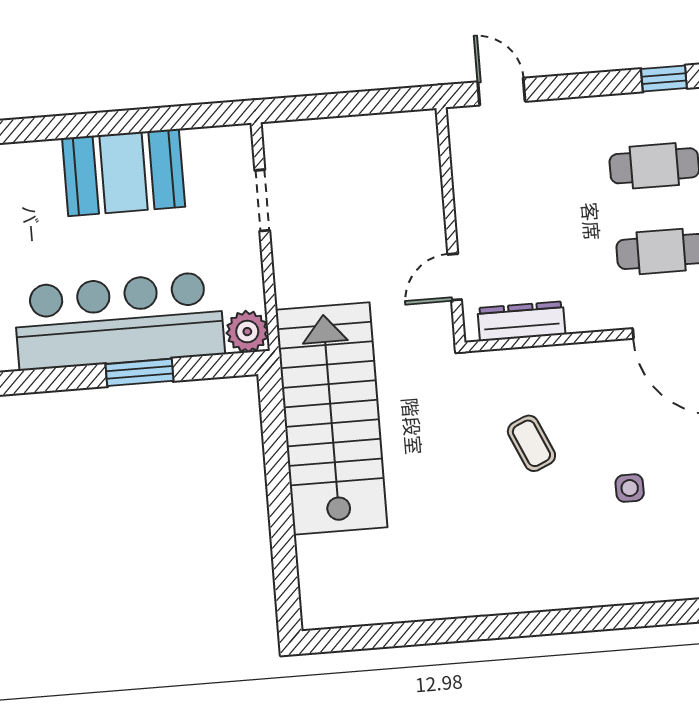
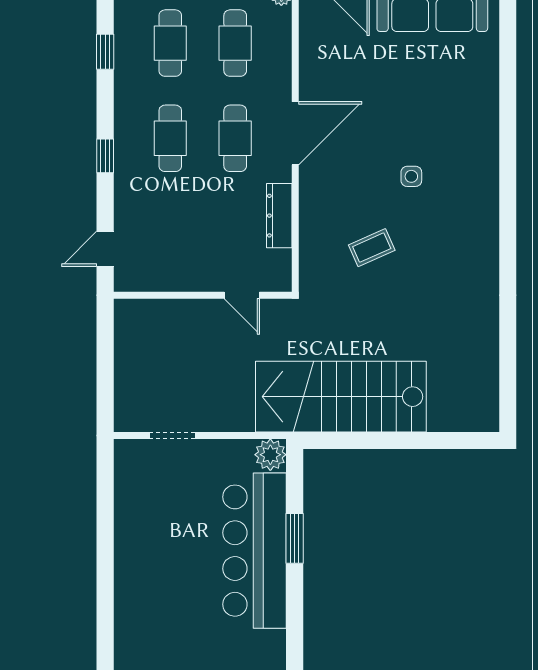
window: (664, 79) -> (105, 156), moved
booth: (124, 173) -> (143, 538), removed
dresser: (521, 321) -> (279, 216), moved

